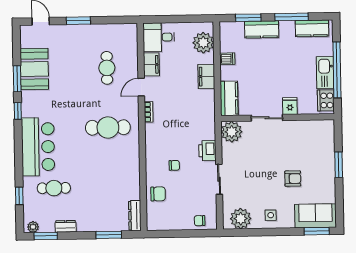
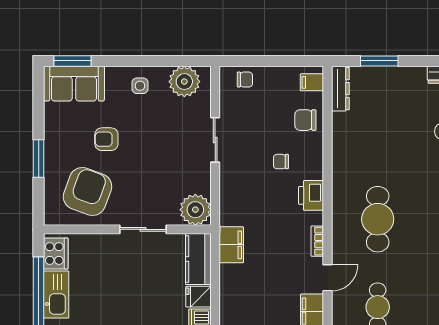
filing cabinet: (206, 76) -> (231, 245), moved
fridge: (290, 106) -> (198, 297), moved, turned 90
cafe table: (108, 127) -> (378, 219), turned 90
armchair: (305, 143) -> (87, 192), added
printer: (207, 151) -> (311, 195), moved, turned 180
filing cabinet: (154, 220) -> (312, 82), added

